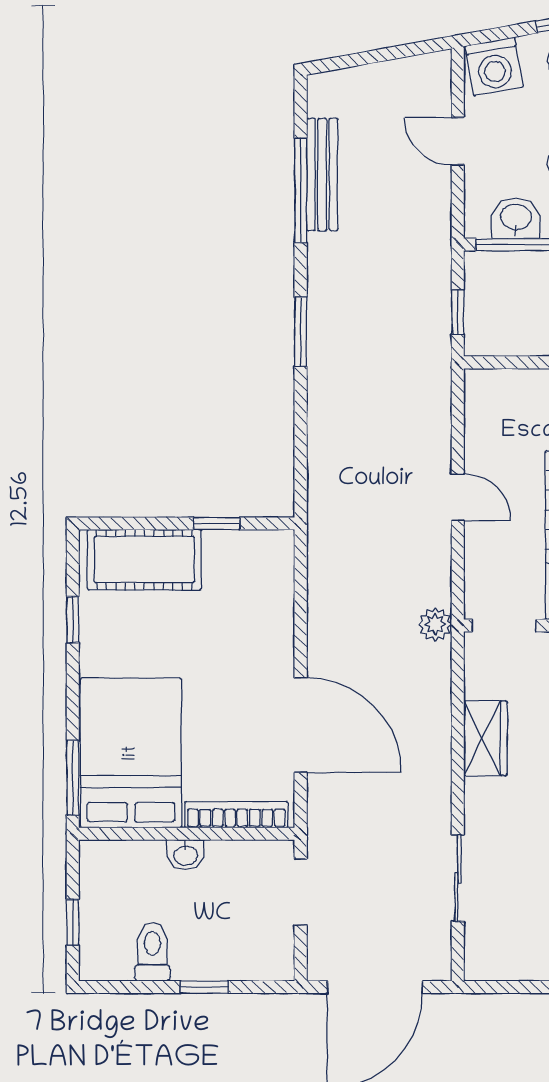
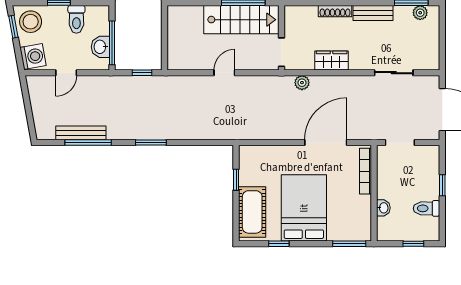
plant: (435, 624) -> (302, 83), moved
bed: (131, 753) -> (304, 208), moved, turned 90
washbasin: (186, 855) -> (383, 208), moved

